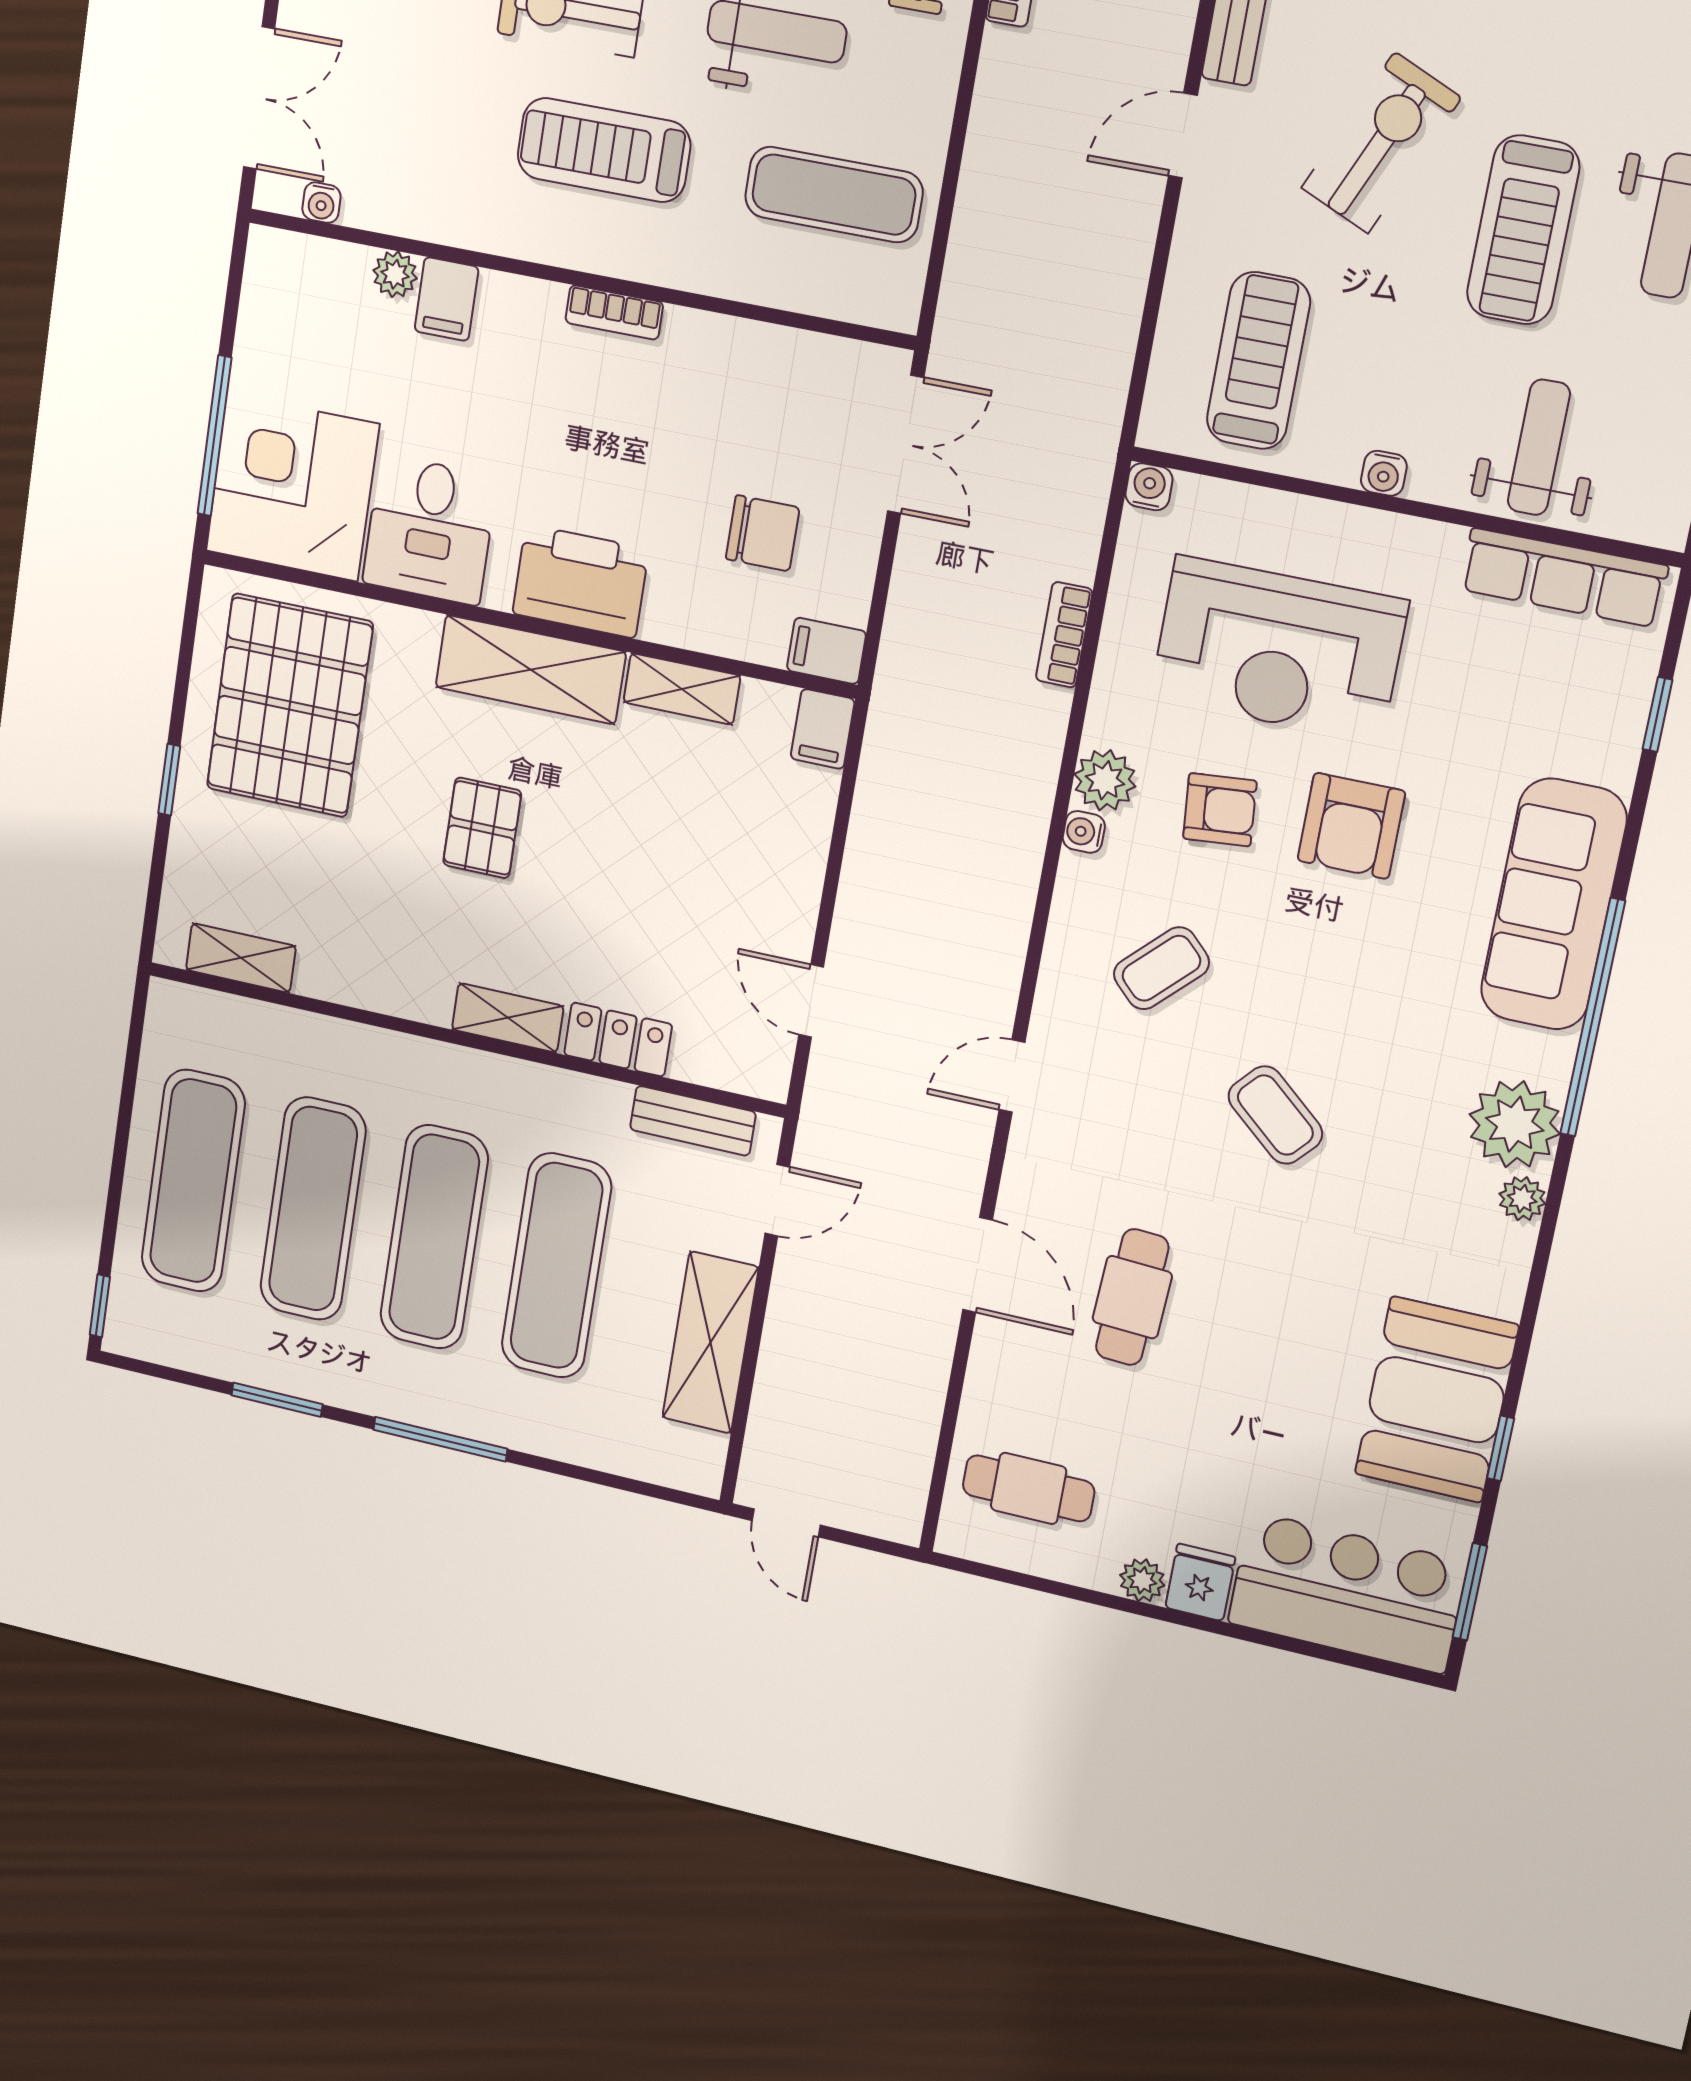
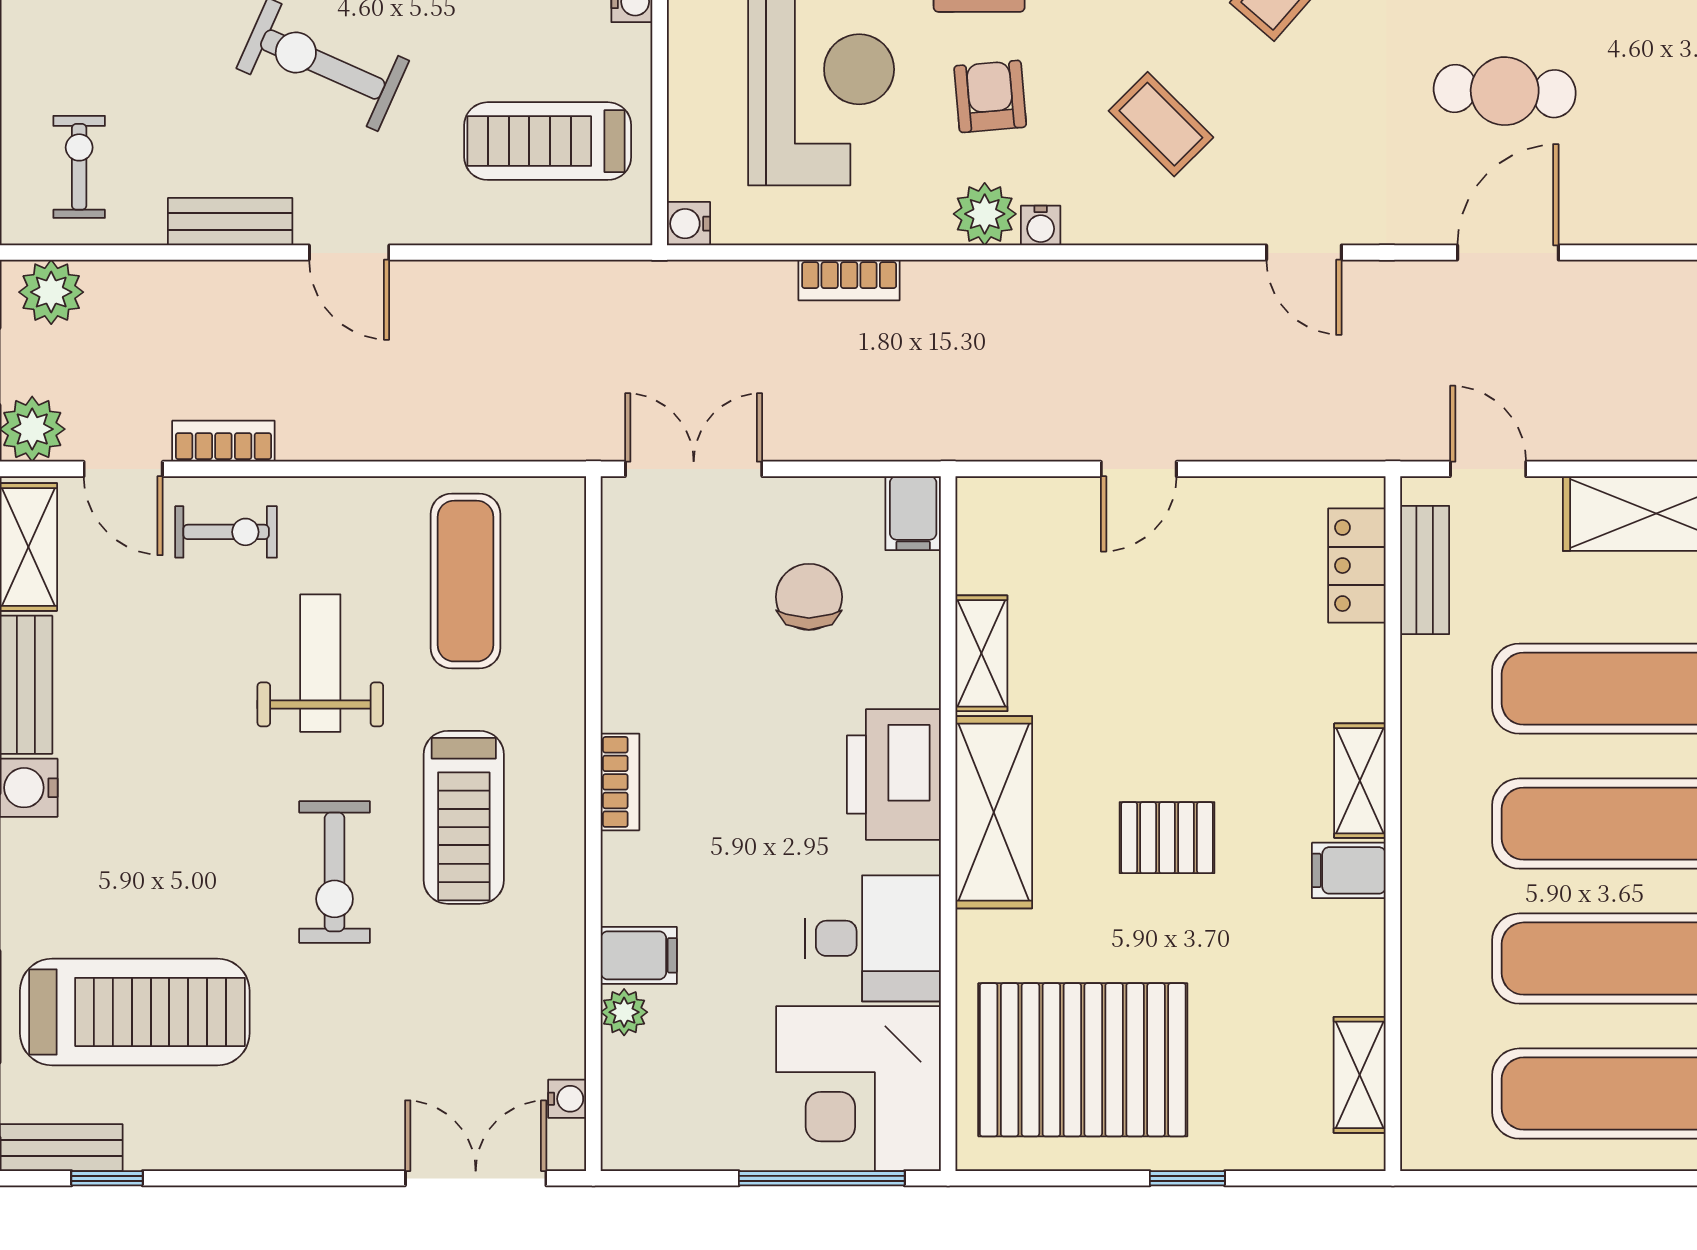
filing cabinet: (823, 729) -> (1349, 870), moved, turned 180
door: (811, 1001) -> (1139, 469), moved
locker: (618, 1040) -> (1357, 566), moved

